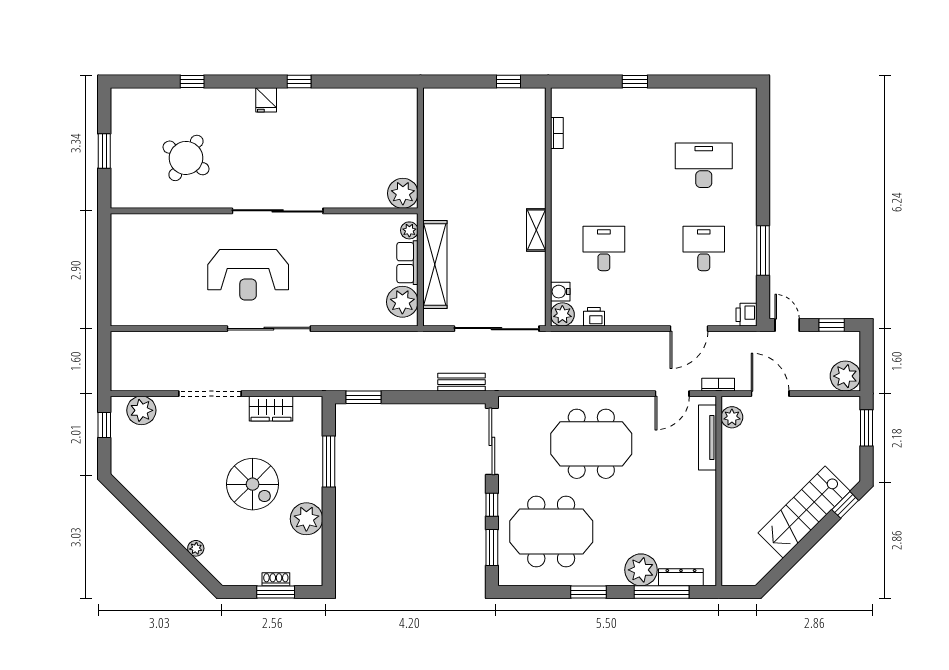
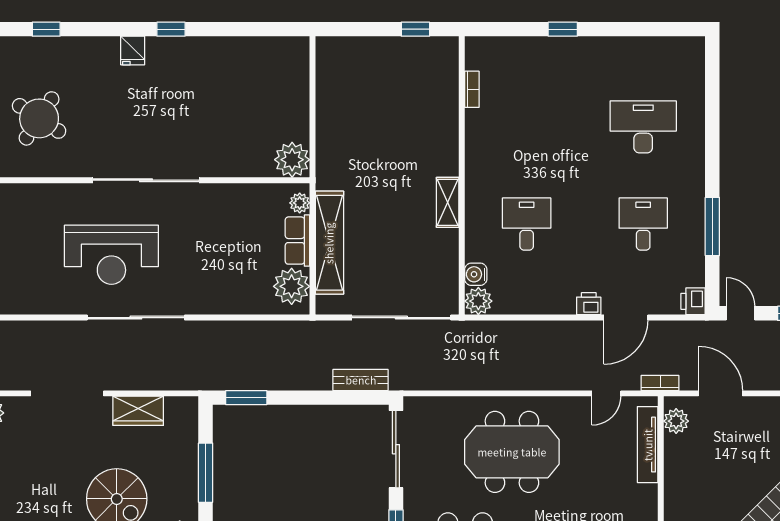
printer: (594, 317) -> (589, 304), moved
door: (672, 394) -> (606, 393), width x0.73

